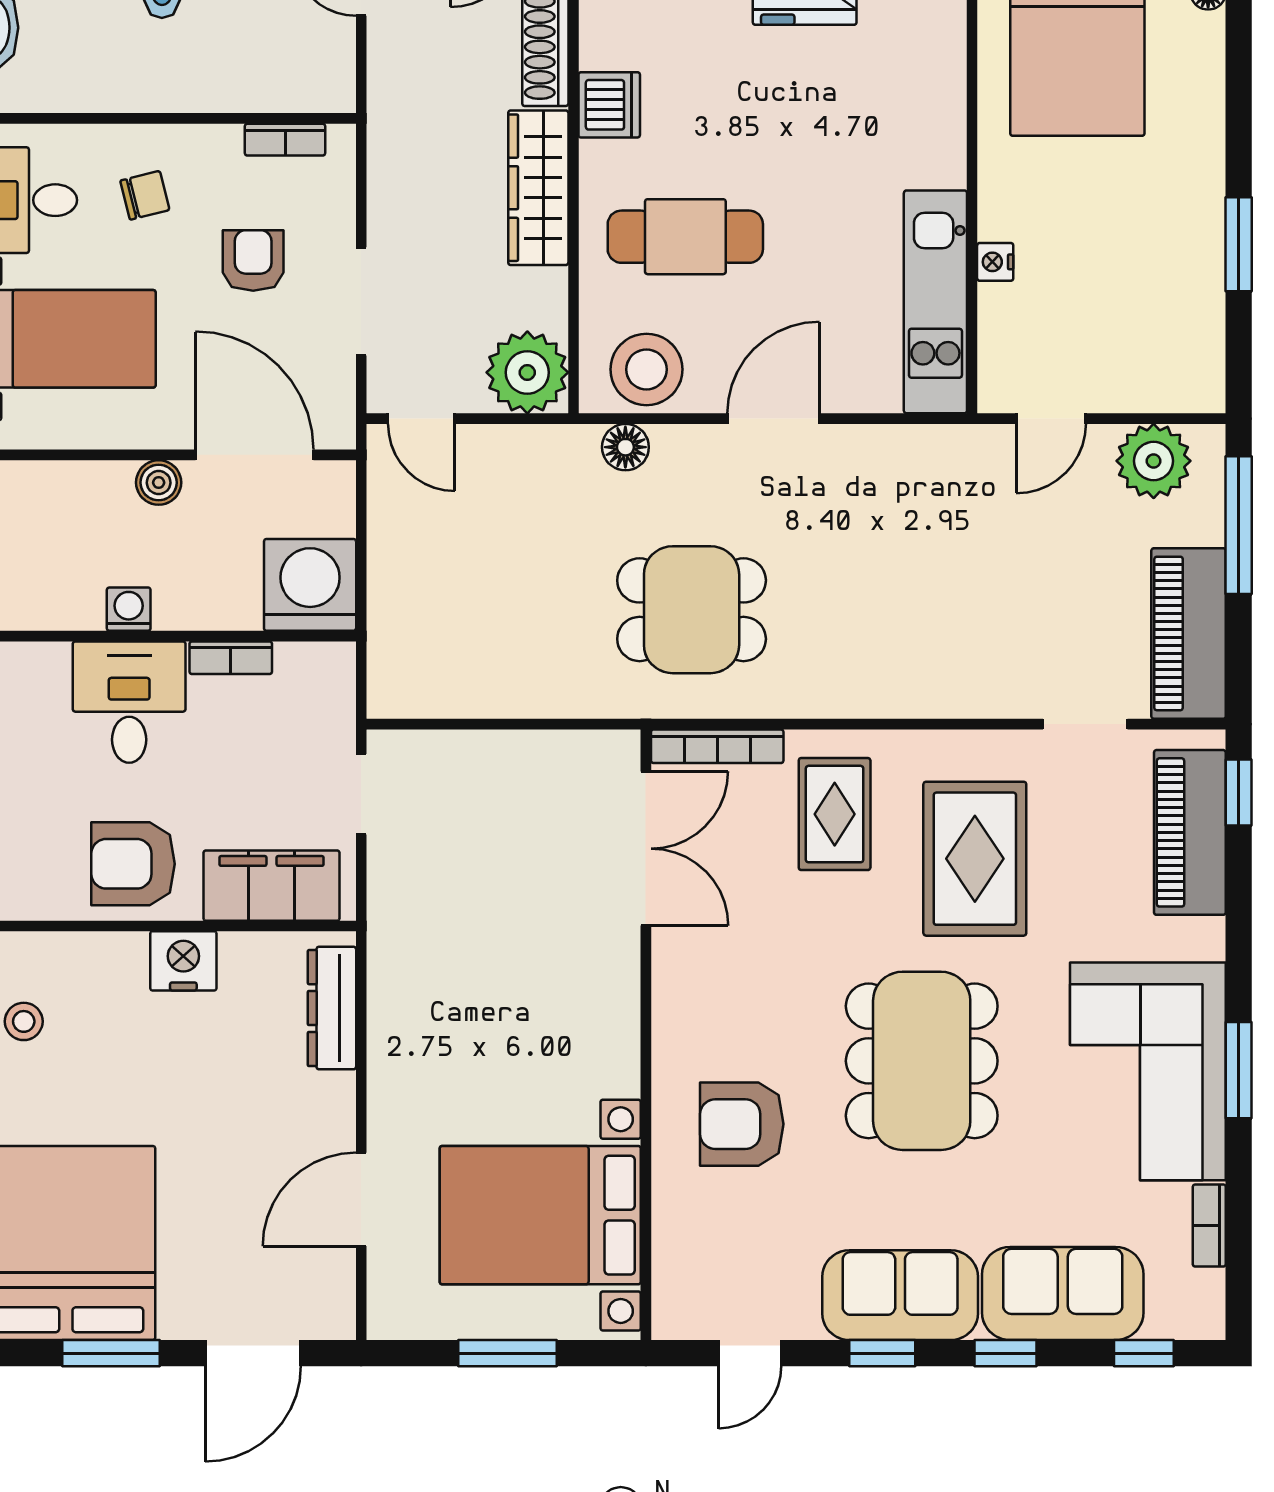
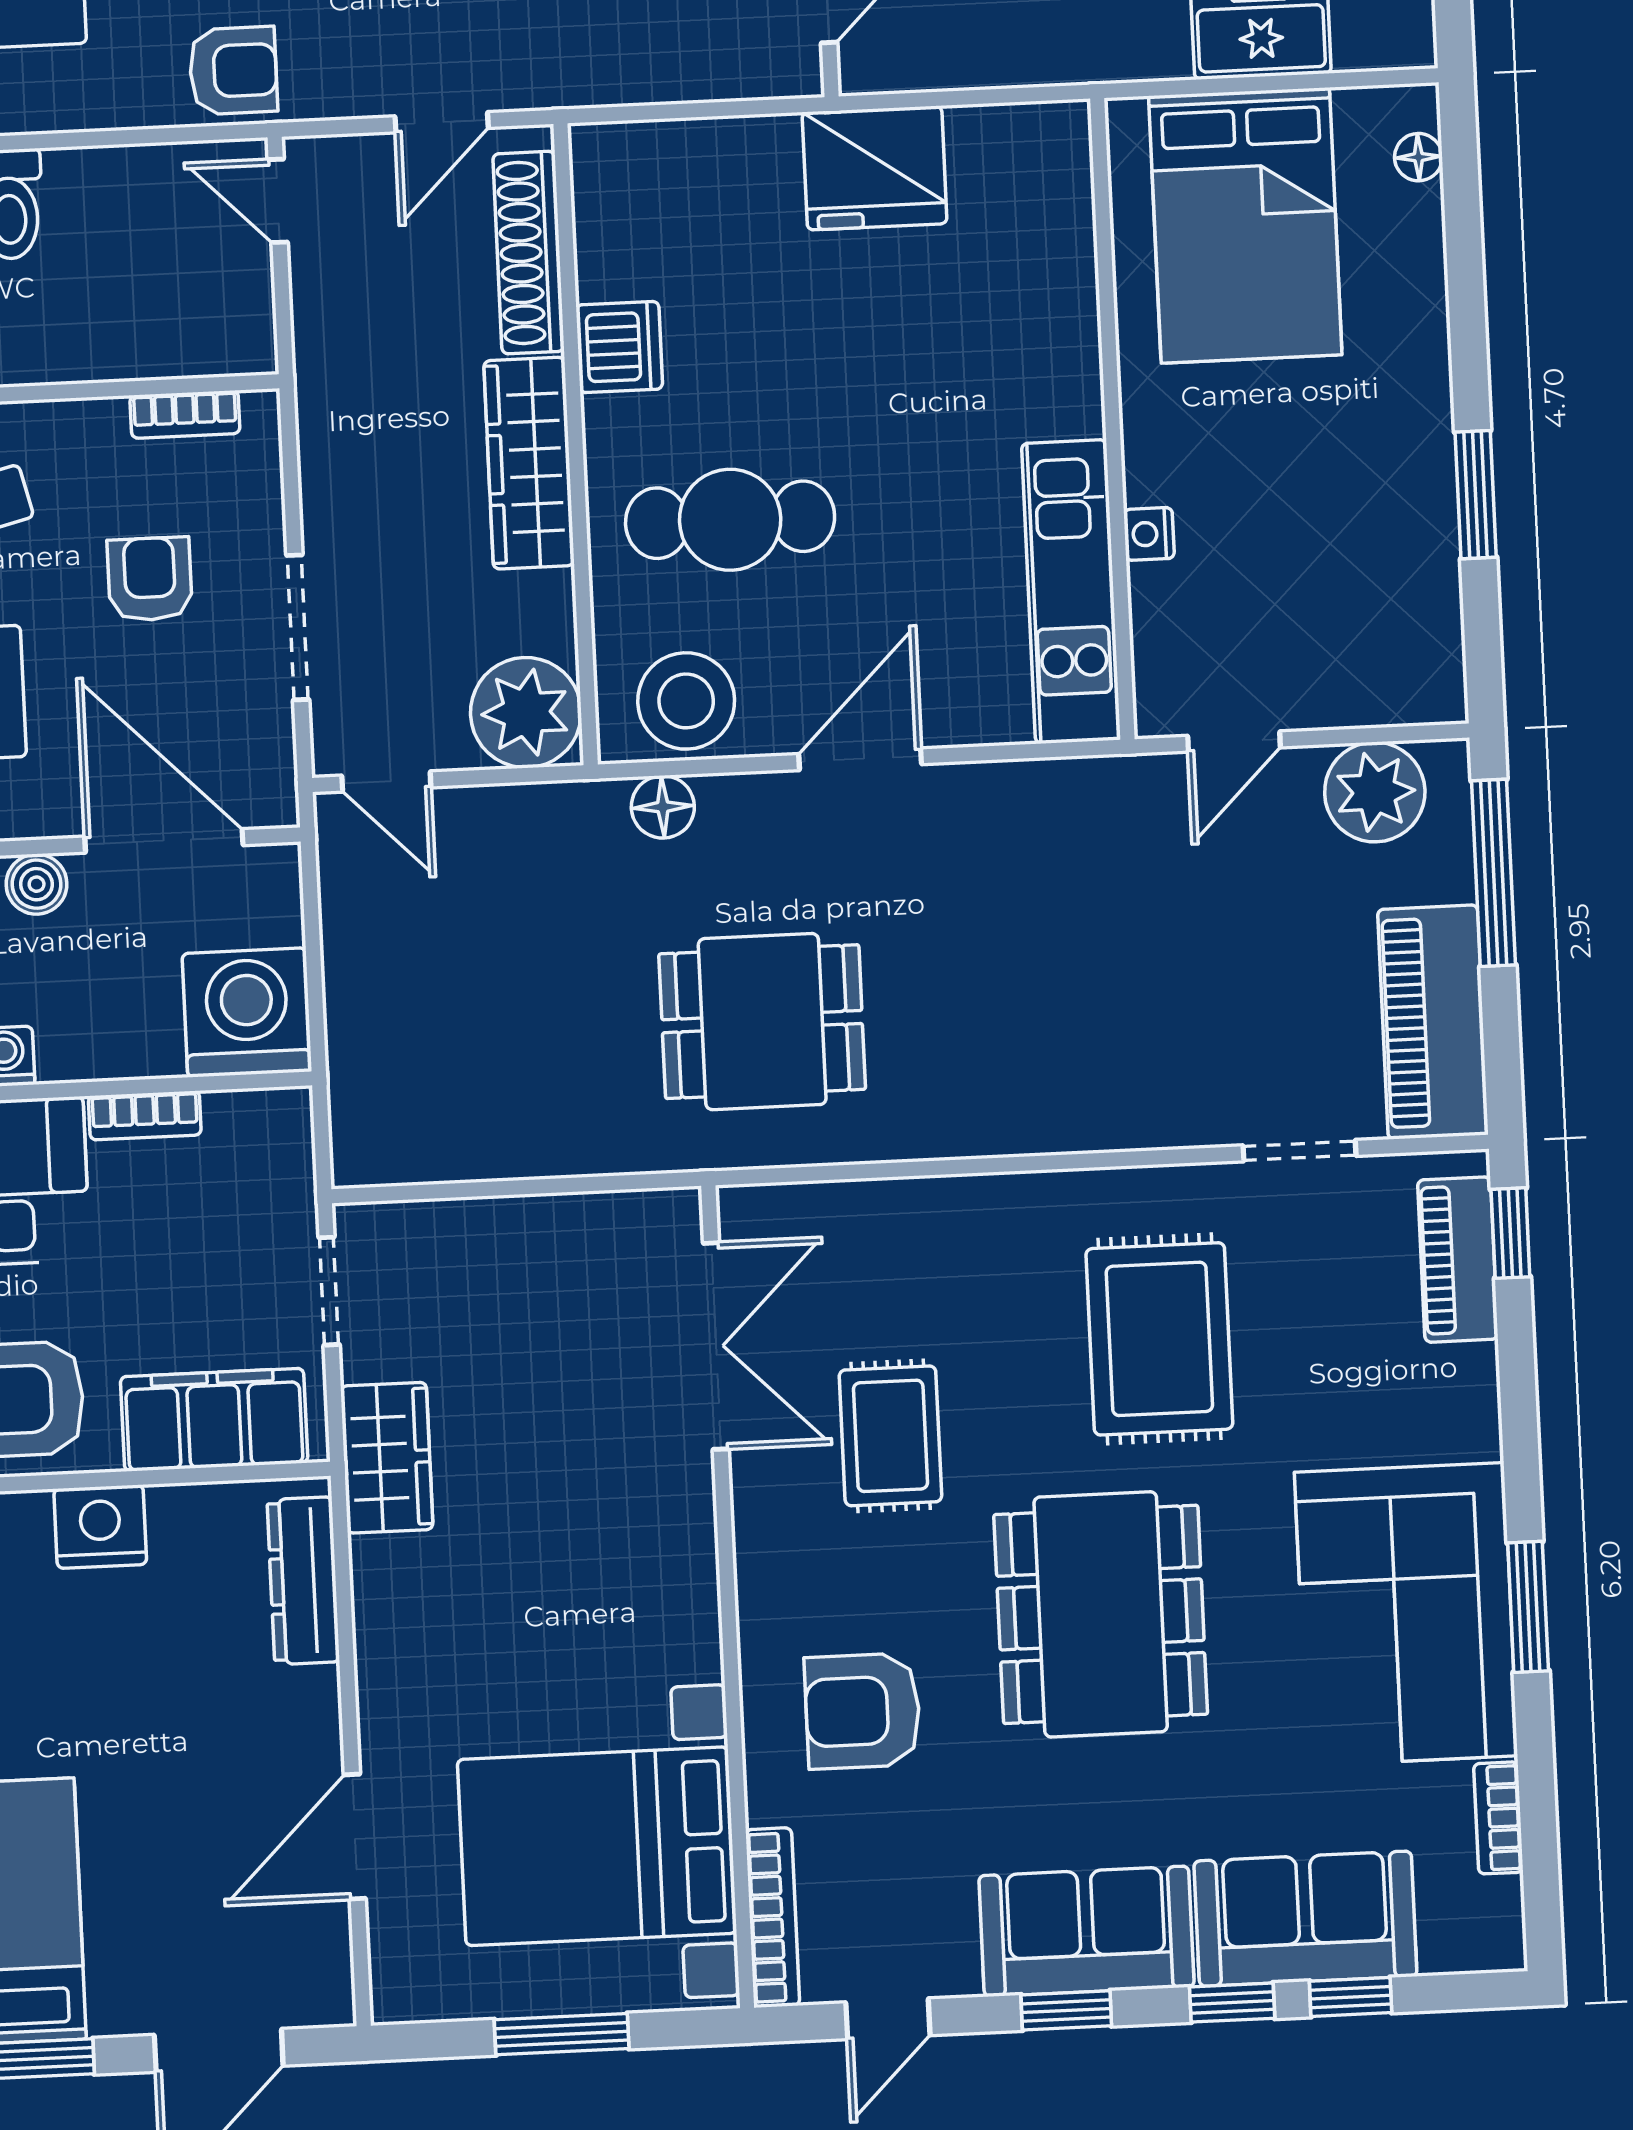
bookcase: (717, 746) -> (773, 1918), moved, turned -90
rug: (835, 814) -> (890, 1436), moved
piano: (1190, 832) -> (1458, 1260), width x0.73, depth x0.75
wardrobe: (398, 920) -> (387, 1458), added
window: (1144, 1353) -> (1351, 1997), moved

